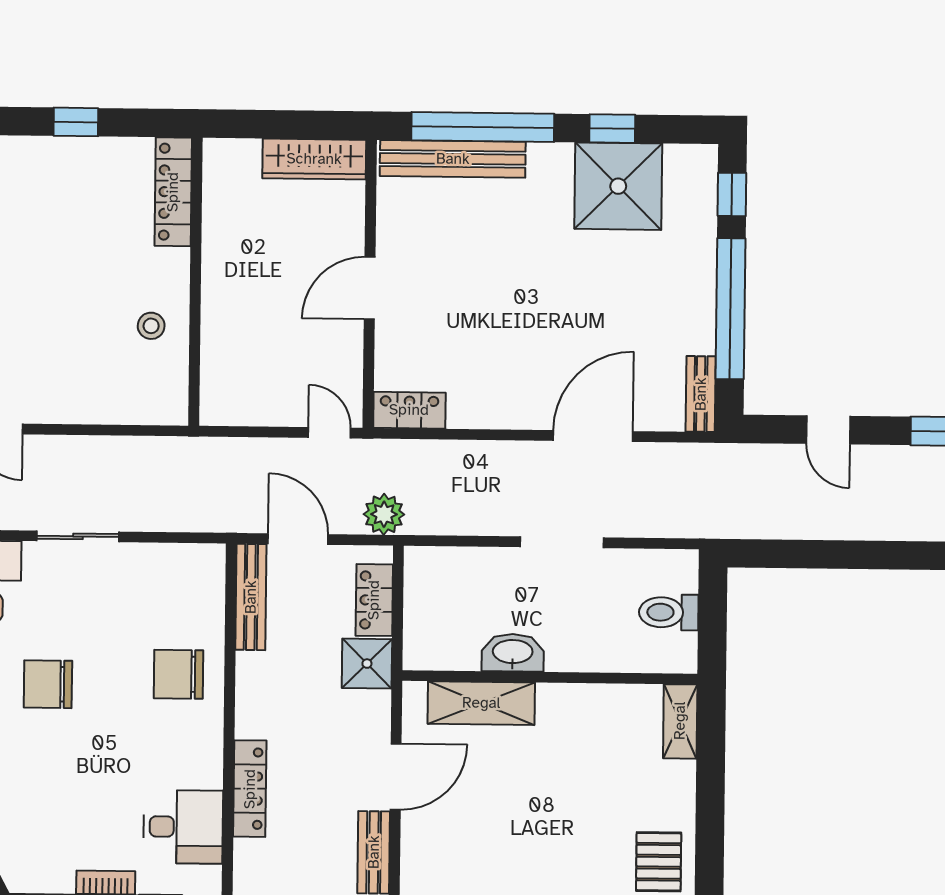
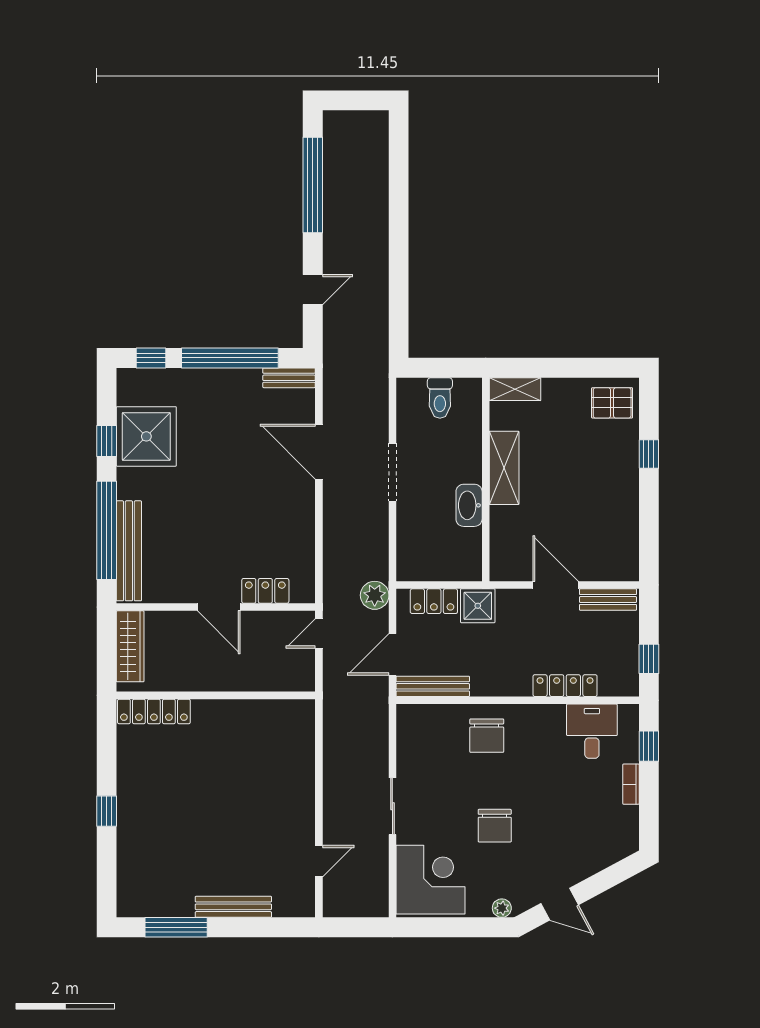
locker: (173, 192) -> (154, 711), moved
wall: (195, 282) -> (216, 695), moved
stool: (151, 326) -> (247, 758), removed
locker: (409, 410) -> (265, 591), moved, turned 90
shelving: (481, 703) -> (504, 468), moved

